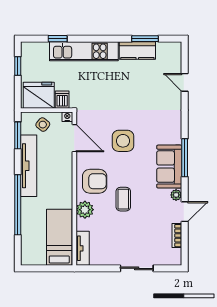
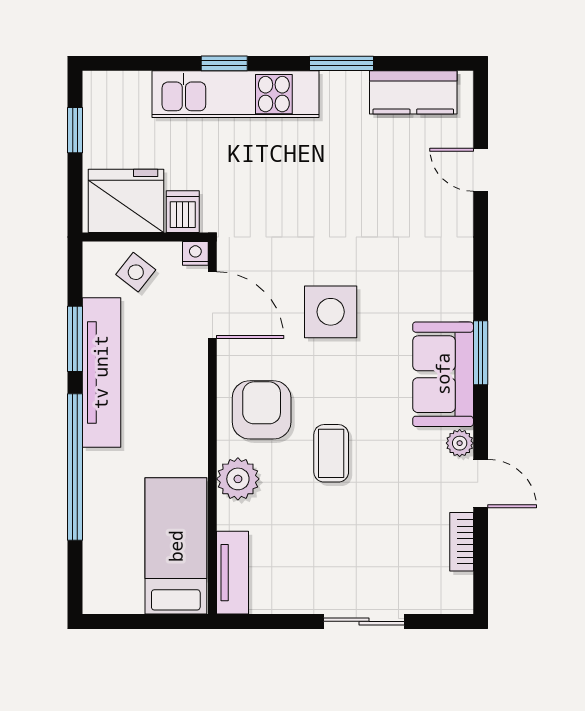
window: (58, 39) -> (224, 63), moved
window: (145, 39) -> (342, 63), moved
kitchen counter: (137, 51) -> (413, 92), moved
window: (18, 135) -> (75, 339), moved
window: (185, 158) -> (481, 353), width x0.69
armchair: (95, 181) -> (262, 410), turned -90
door: (185, 212) -> (481, 483), hinge flipped

